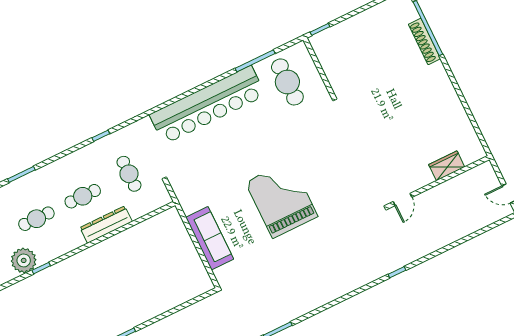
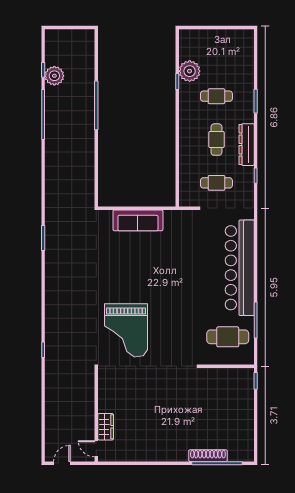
grand piano: (282, 199) -> (126, 330), moved, turned 90
door: (403, 199) -> (96, 449), moved
cafe table: (36, 219) -> (216, 96), turned 90
dresser: (106, 225) -> (247, 145), moved, turned 180

